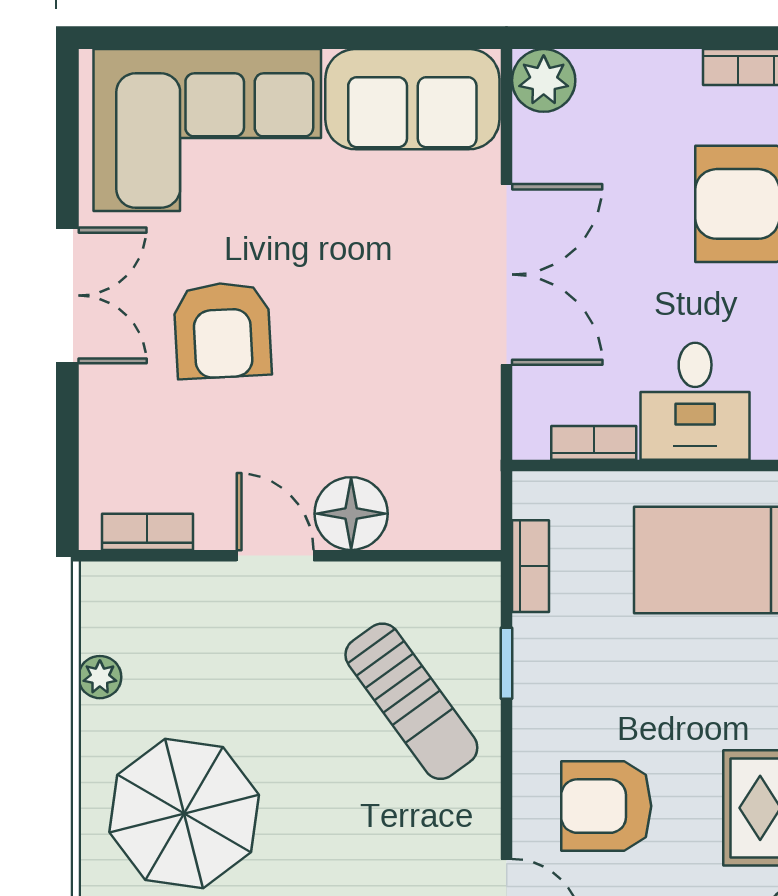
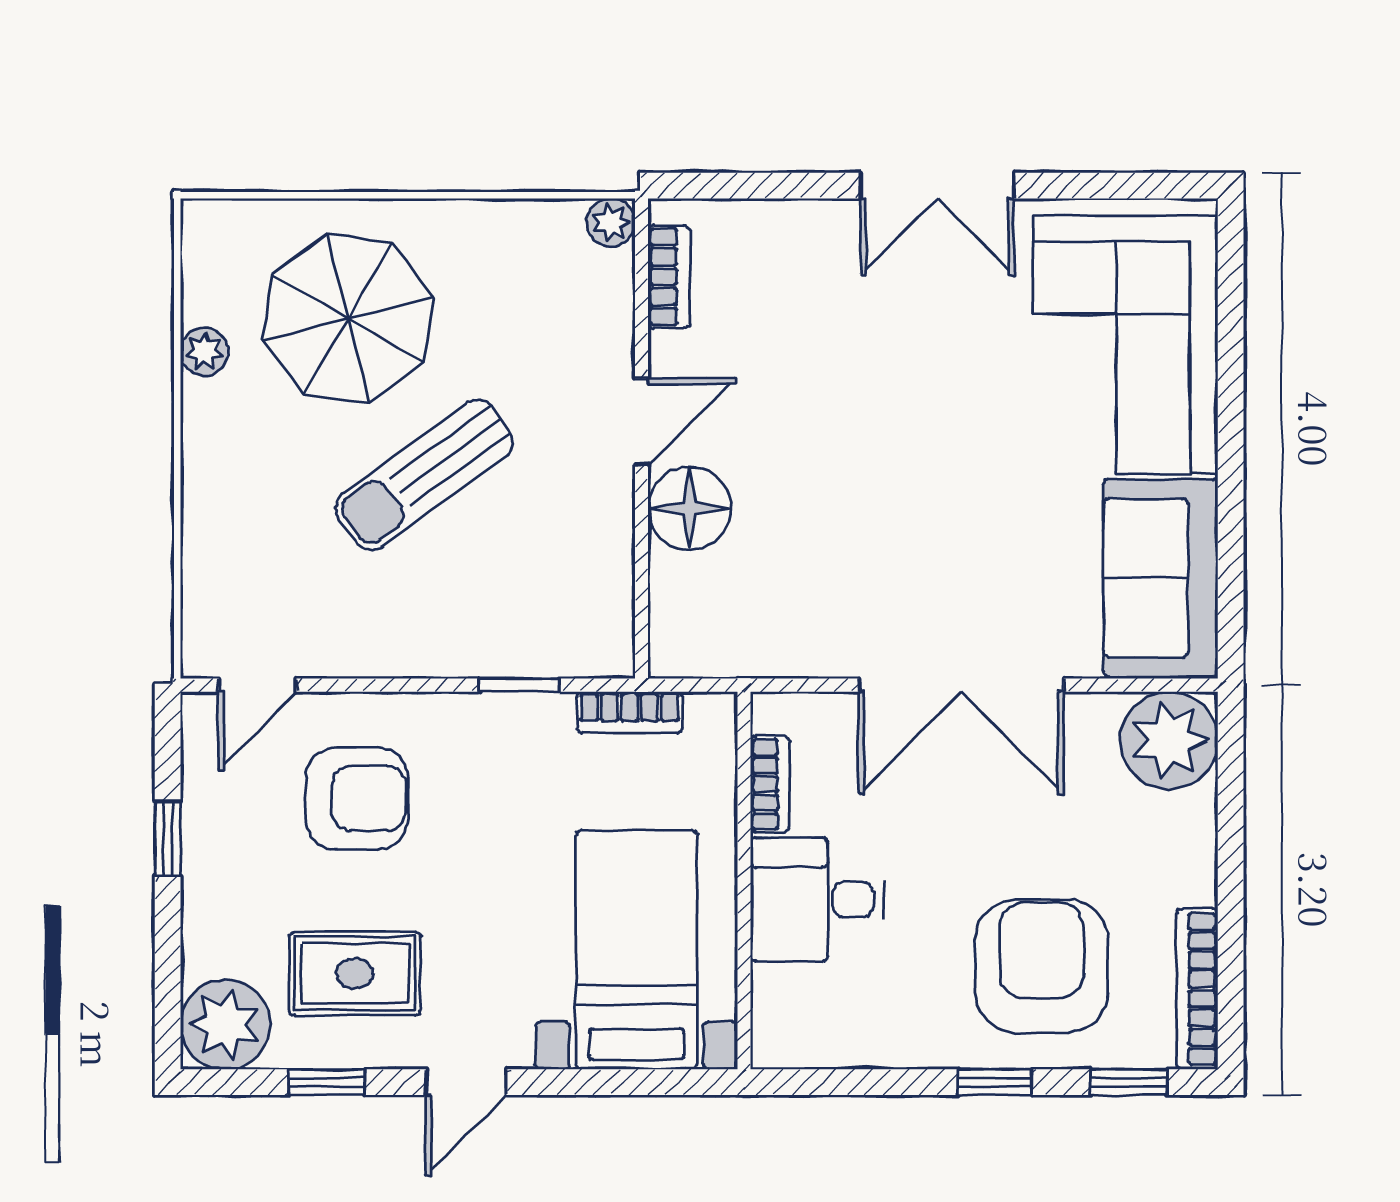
plant: (544, 80) -> (1169, 740), width x1.36, depth x1.36
armchair: (222, 330) -> (898, 362), removed
plant: (100, 677) -> (611, 223), moved
sun lounger: (411, 701) -> (424, 475), moved
armchair: (606, 806) -> (357, 798), turned 90

